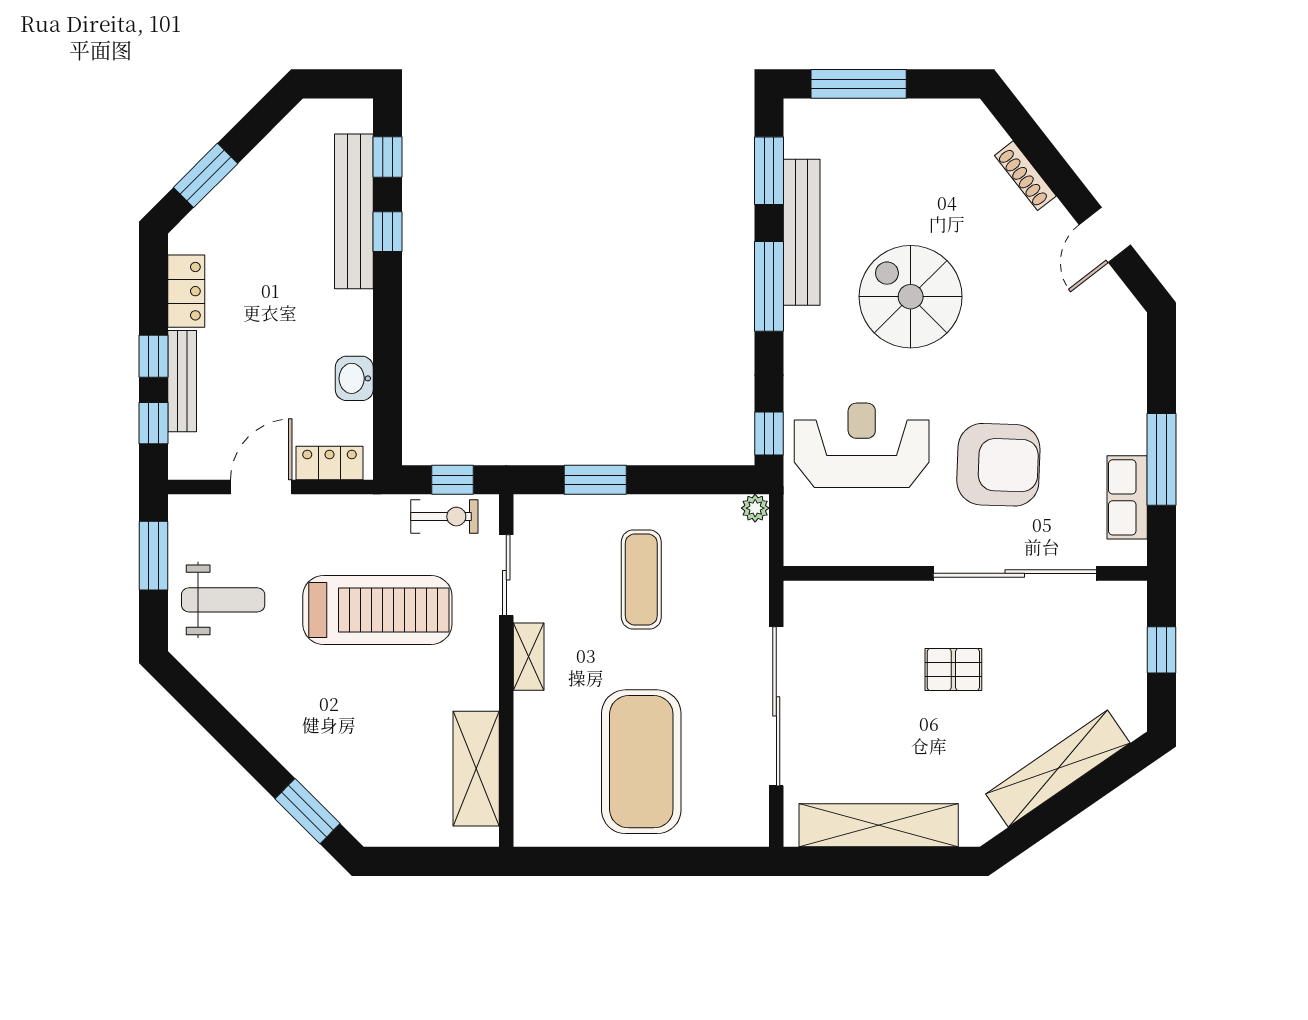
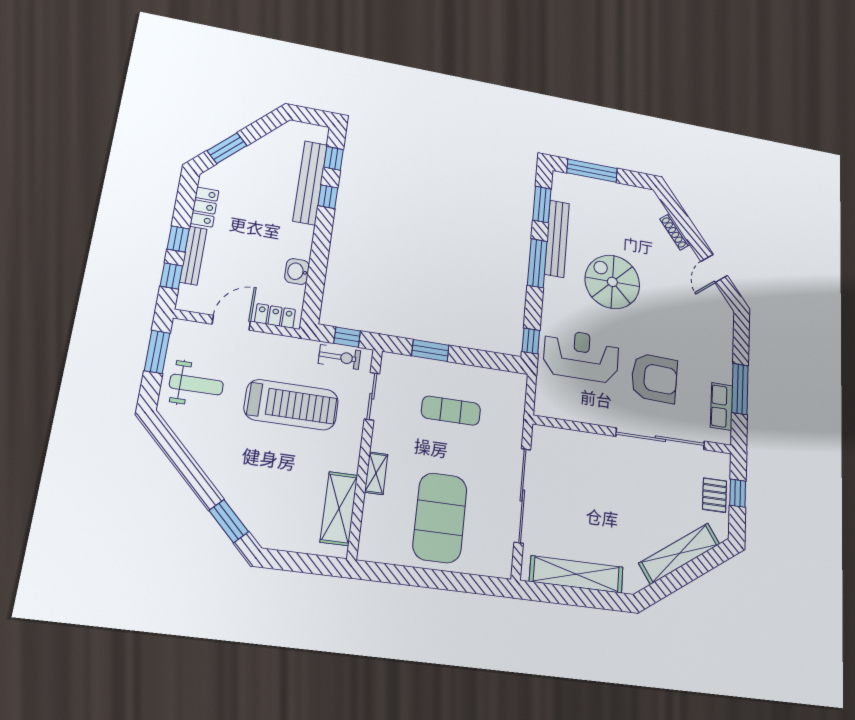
plant: (755, 508) -> (520, 381), removed
exercise mat: (641, 579) -> (451, 411), turned 90
shelving: (529, 657) -> (376, 473), moved
pallet: (953, 669) -> (714, 495), moved, turned 90

